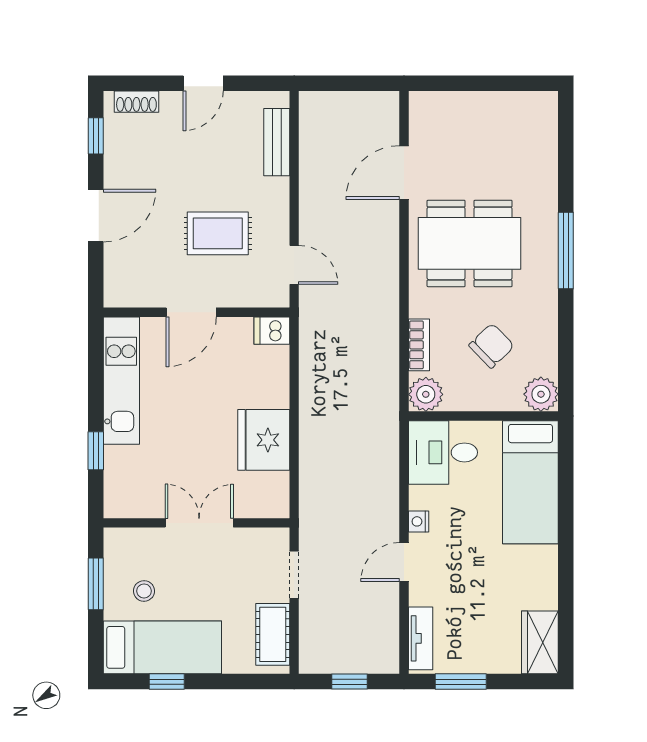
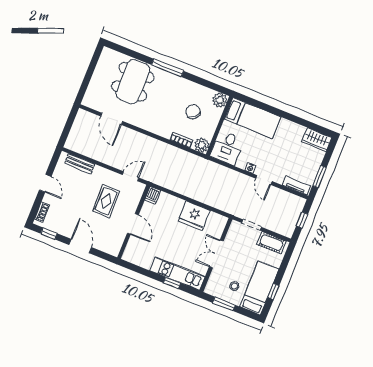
dining table: (470, 243) -> (133, 82), moved
kitchen unit: (121, 381) -> (177, 274), moved

